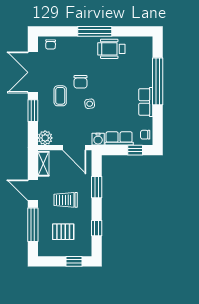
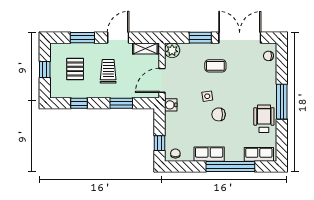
chair: (80, 82) -> (219, 114), moved
row of seats: (119, 138) -> (259, 154), moved, turned -90
window: (33, 225) -> (82, 38), width x0.69
window: (74, 261) -> (45, 70), moved

